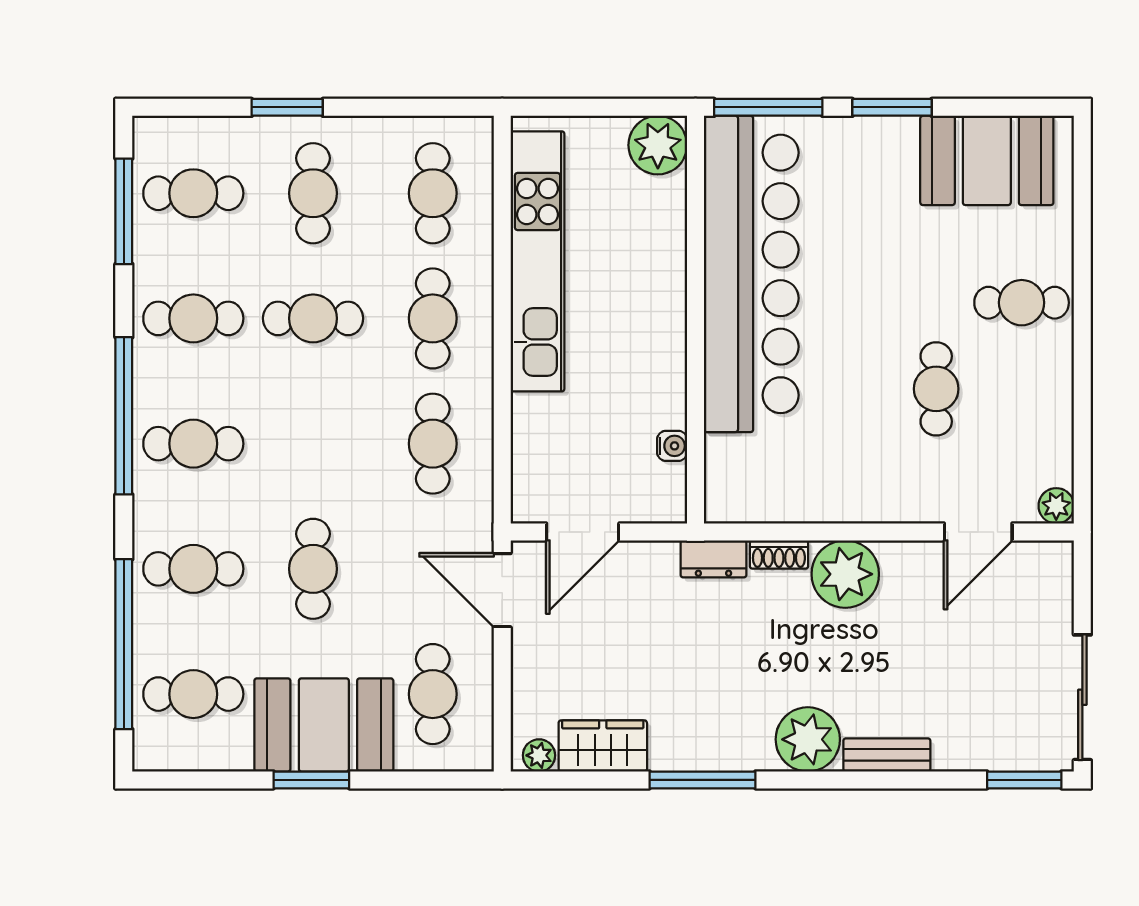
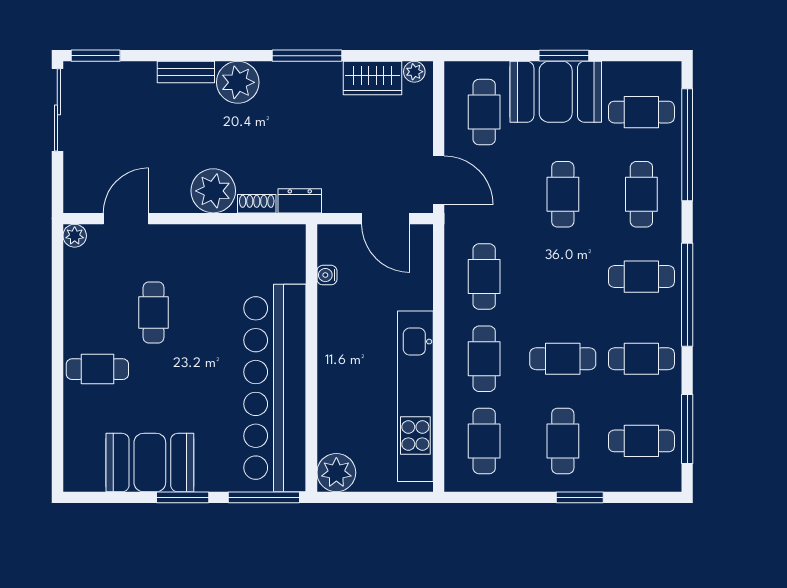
booth: (987, 160) -> (150, 463), moved
door: (583, 532) -> (386, 219), swing flipped
cafe table: (193, 569) -> (641, 194), turned 90

